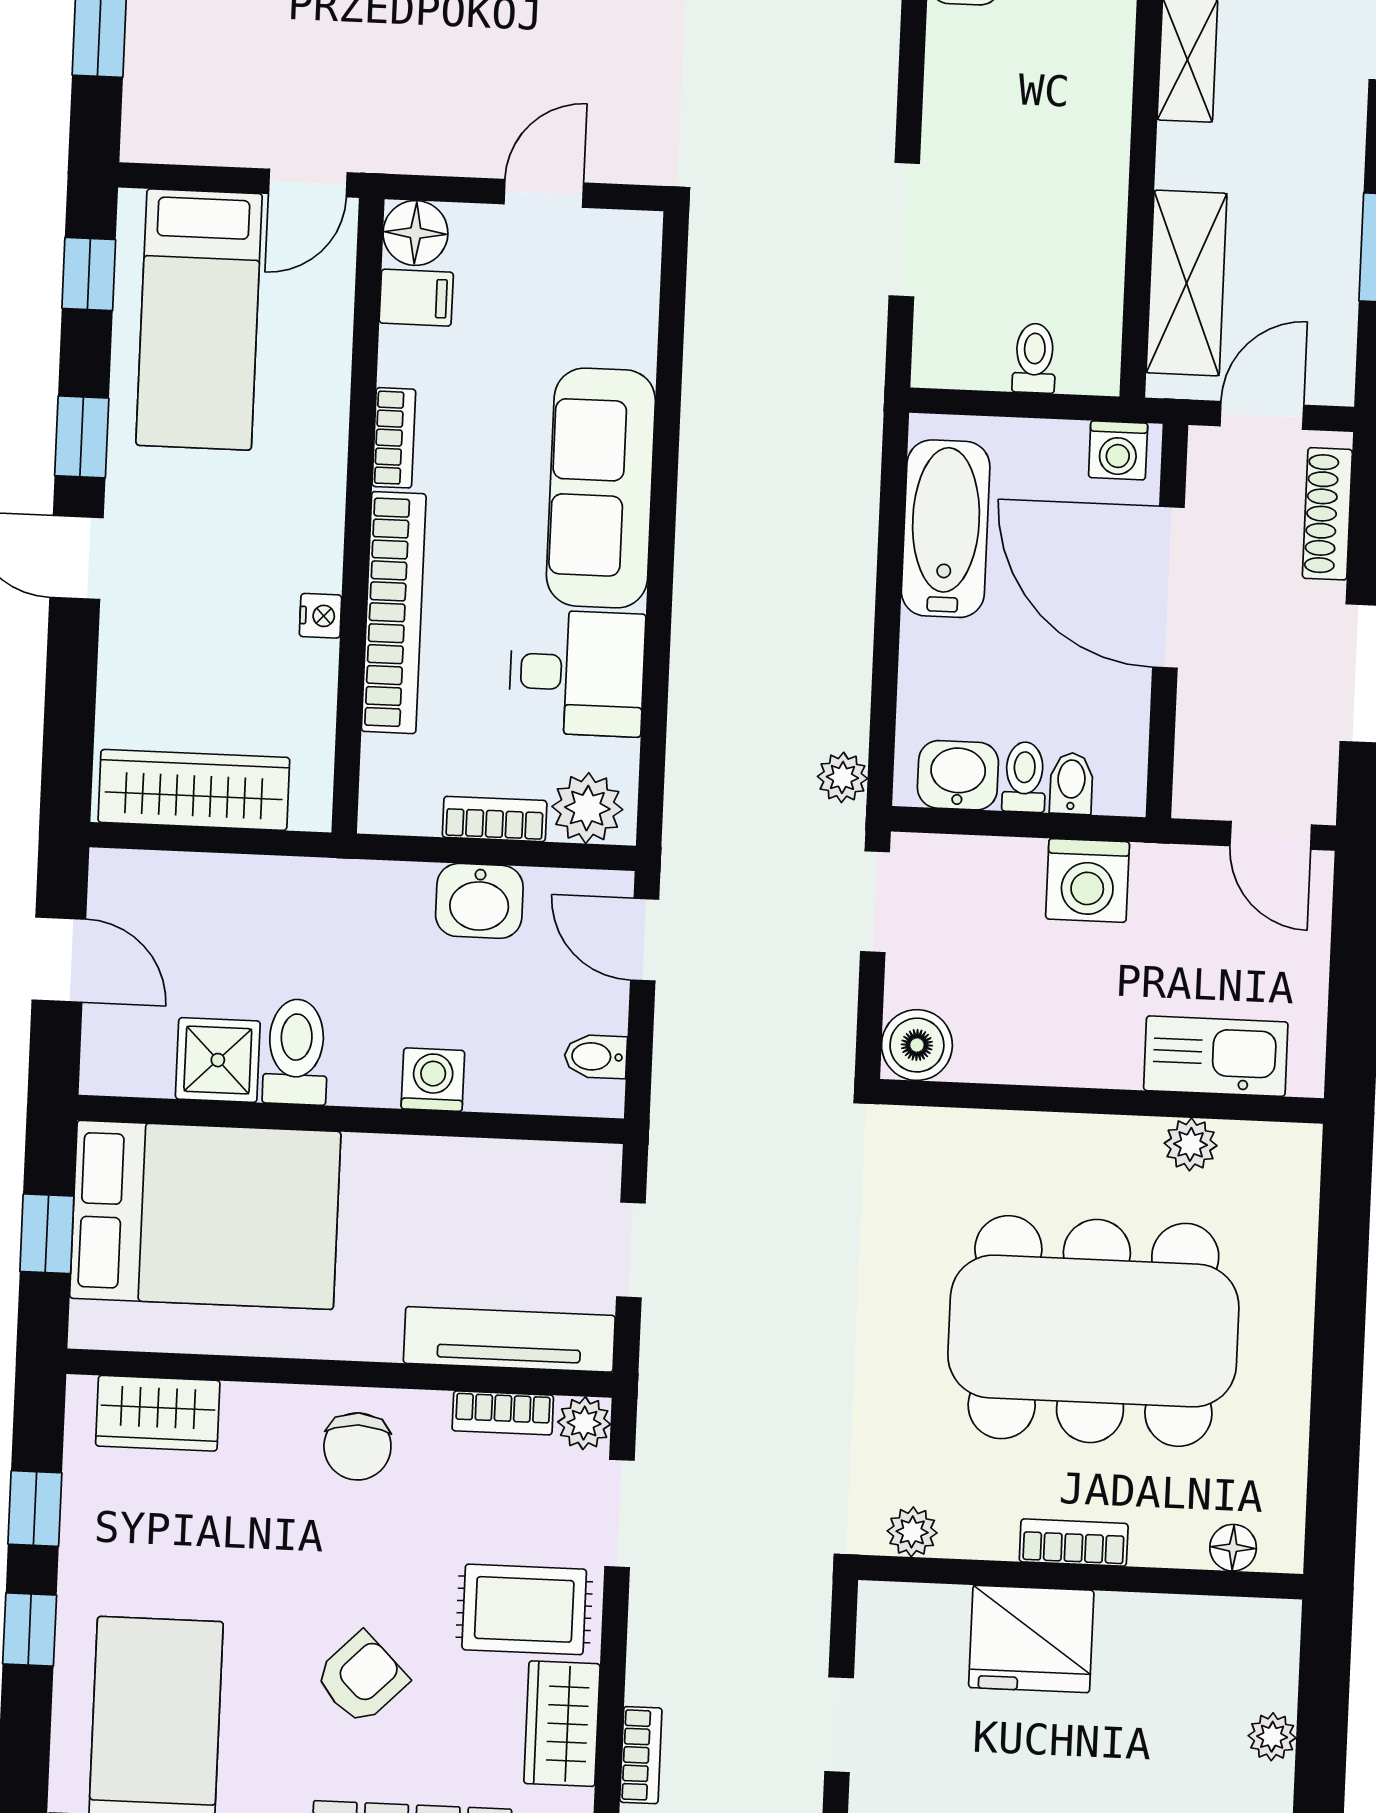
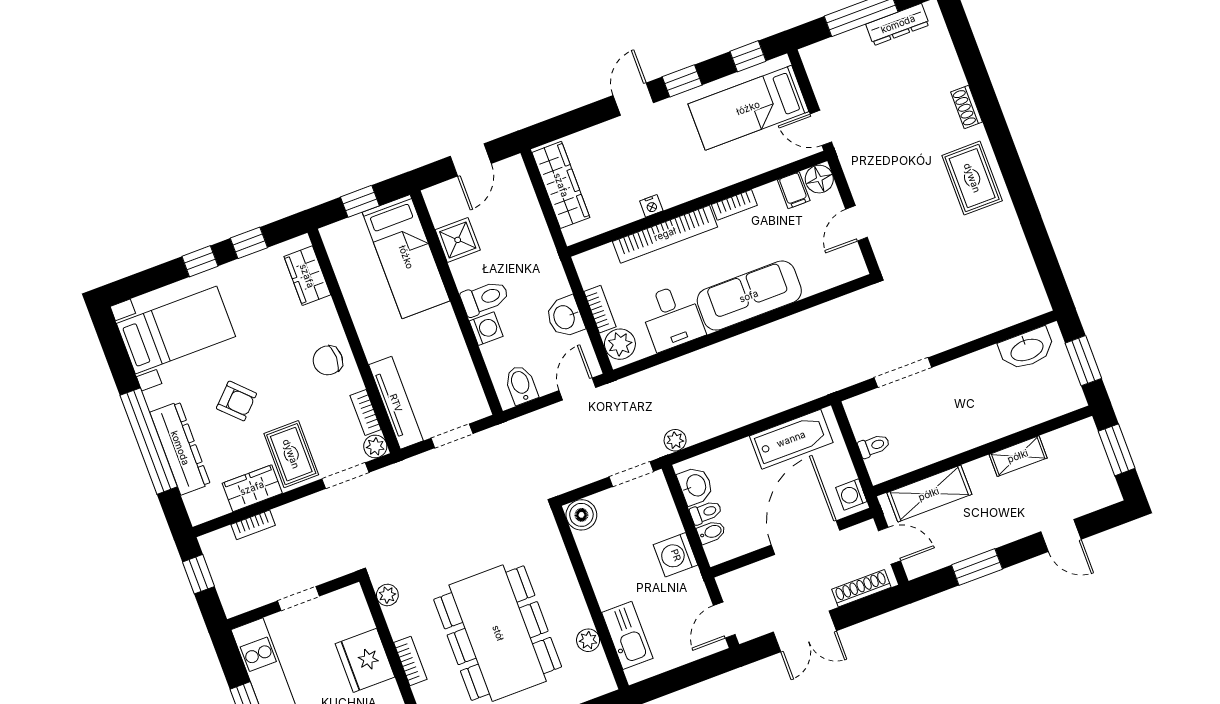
door: (544, 193) -> (857, 223), swing flipped
toilet: (296, 1052) -> (485, 298), moved
bidet: (596, 1057) -> (521, 385), width x1.38, depth x1.36
bed: (205, 1215) -> (406, 257), width x0.67

